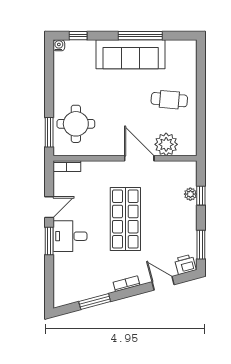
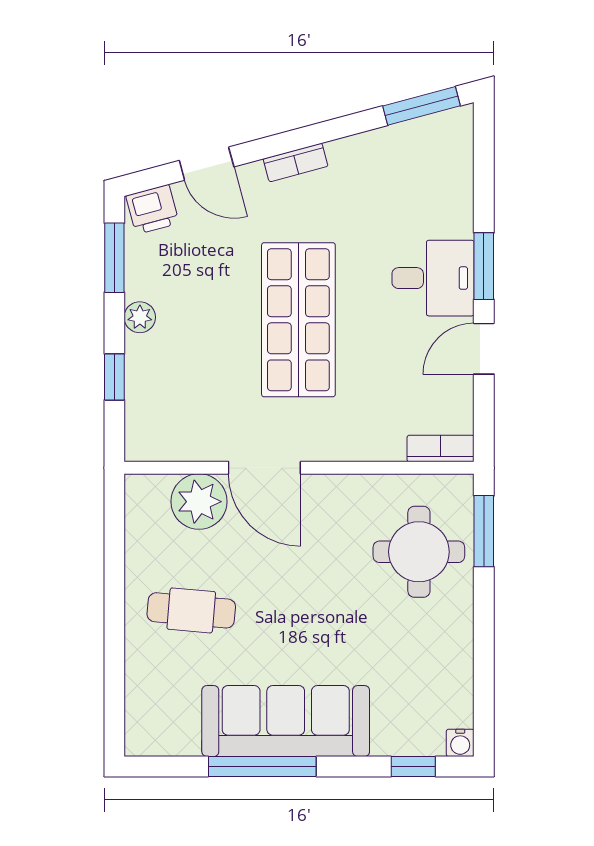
plant: (190, 194) -> (140, 317), moved
window: (95, 302) -> (422, 106), moved

